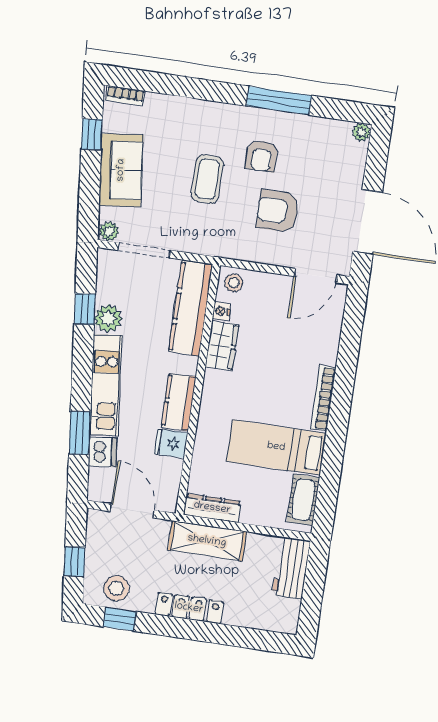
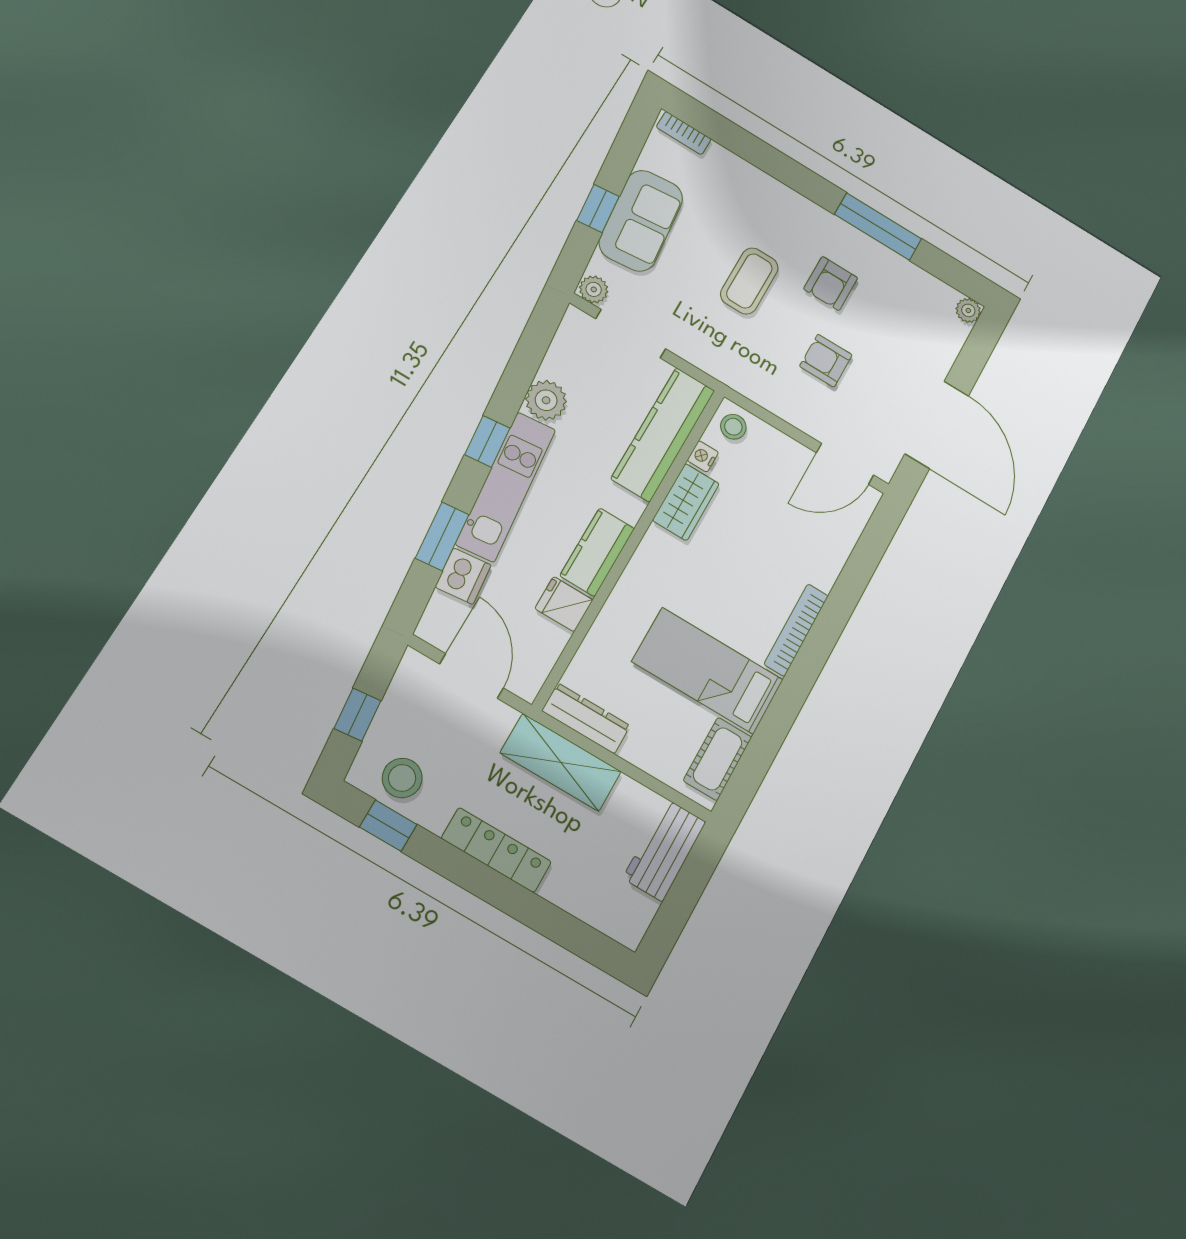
window: (92, 134) -> (598, 208), moved
armchair: (278, 211) -> (826, 361), width x0.72, depth x0.72
window: (85, 309) -> (487, 441), moved

